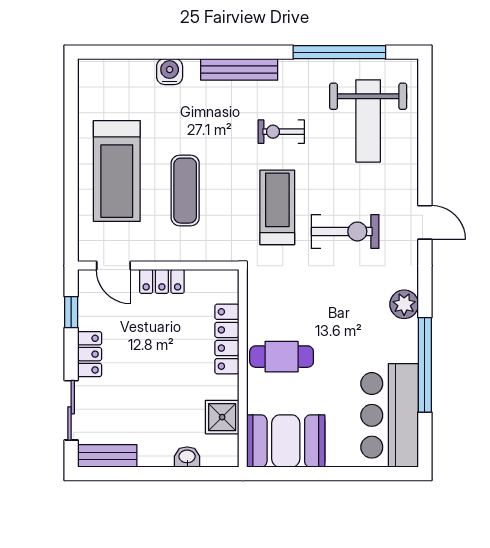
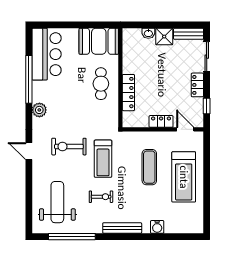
treadmill: (117, 171) -> (184, 177), turned 180
cafe table: (282, 357) -> (101, 84), turned 90
shower: (222, 417) -> (164, 37), moved

